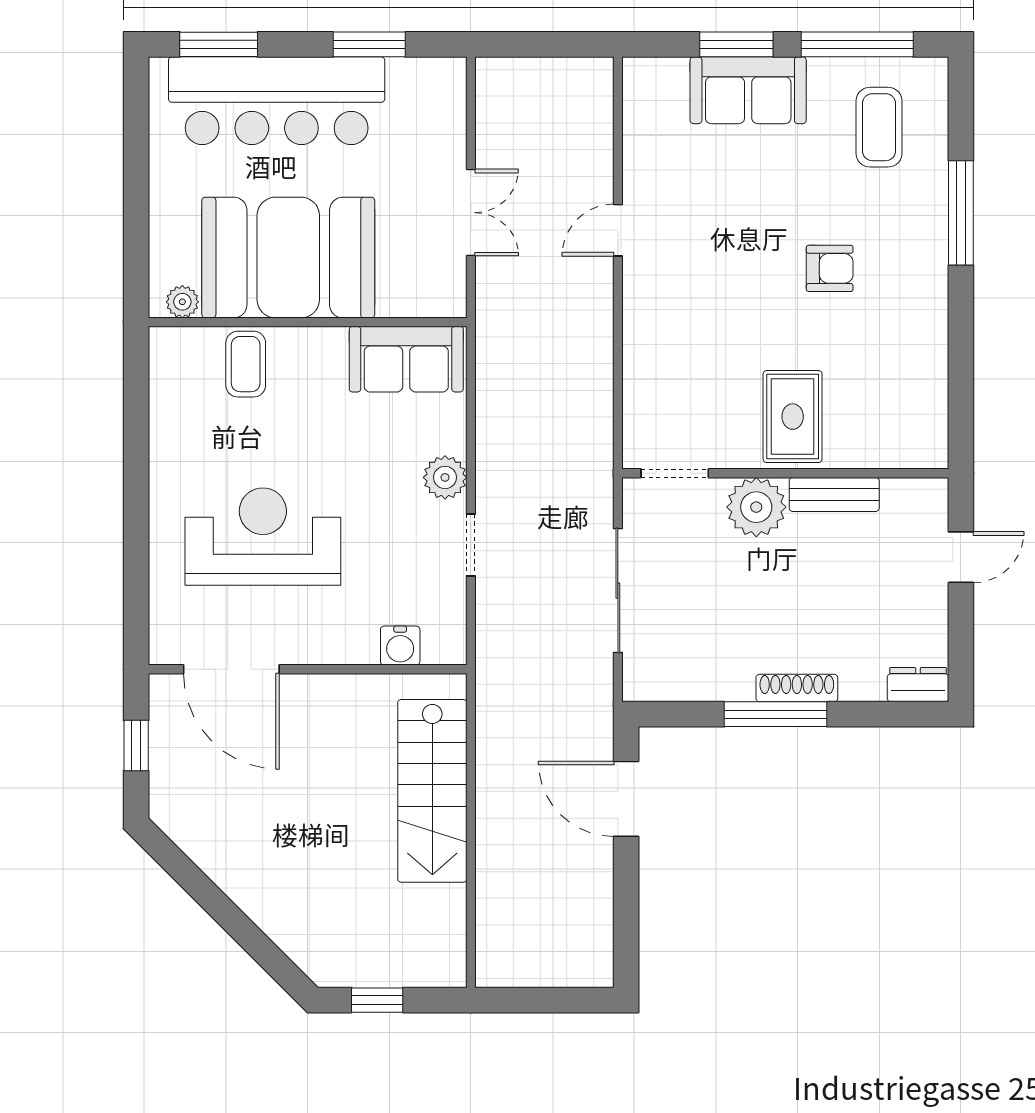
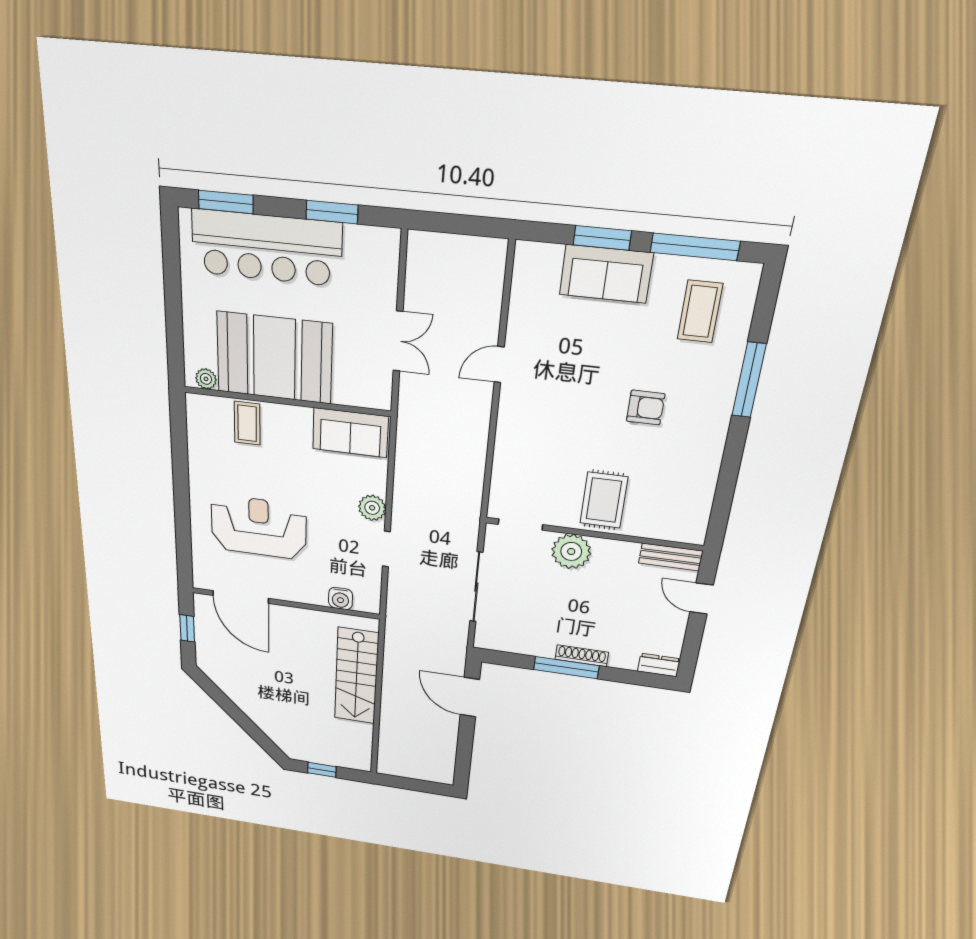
bench: (834, 494) -> (671, 557), moved
door: (961, 557) -> (702, 599), swing flipped

